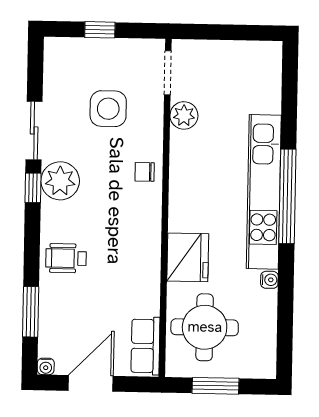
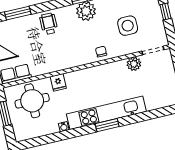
window: (287, 196) -> (107, 125), width x0.47
fridge: (188, 257) -> (58, 82), width x0.53, depth x0.75

